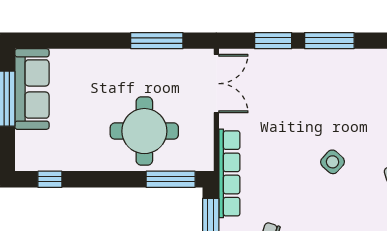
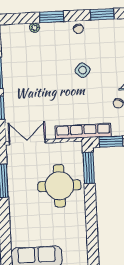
side table: (333, 162) -> (83, 70), moved
window: (50, 179) -> (93, 243), removed

